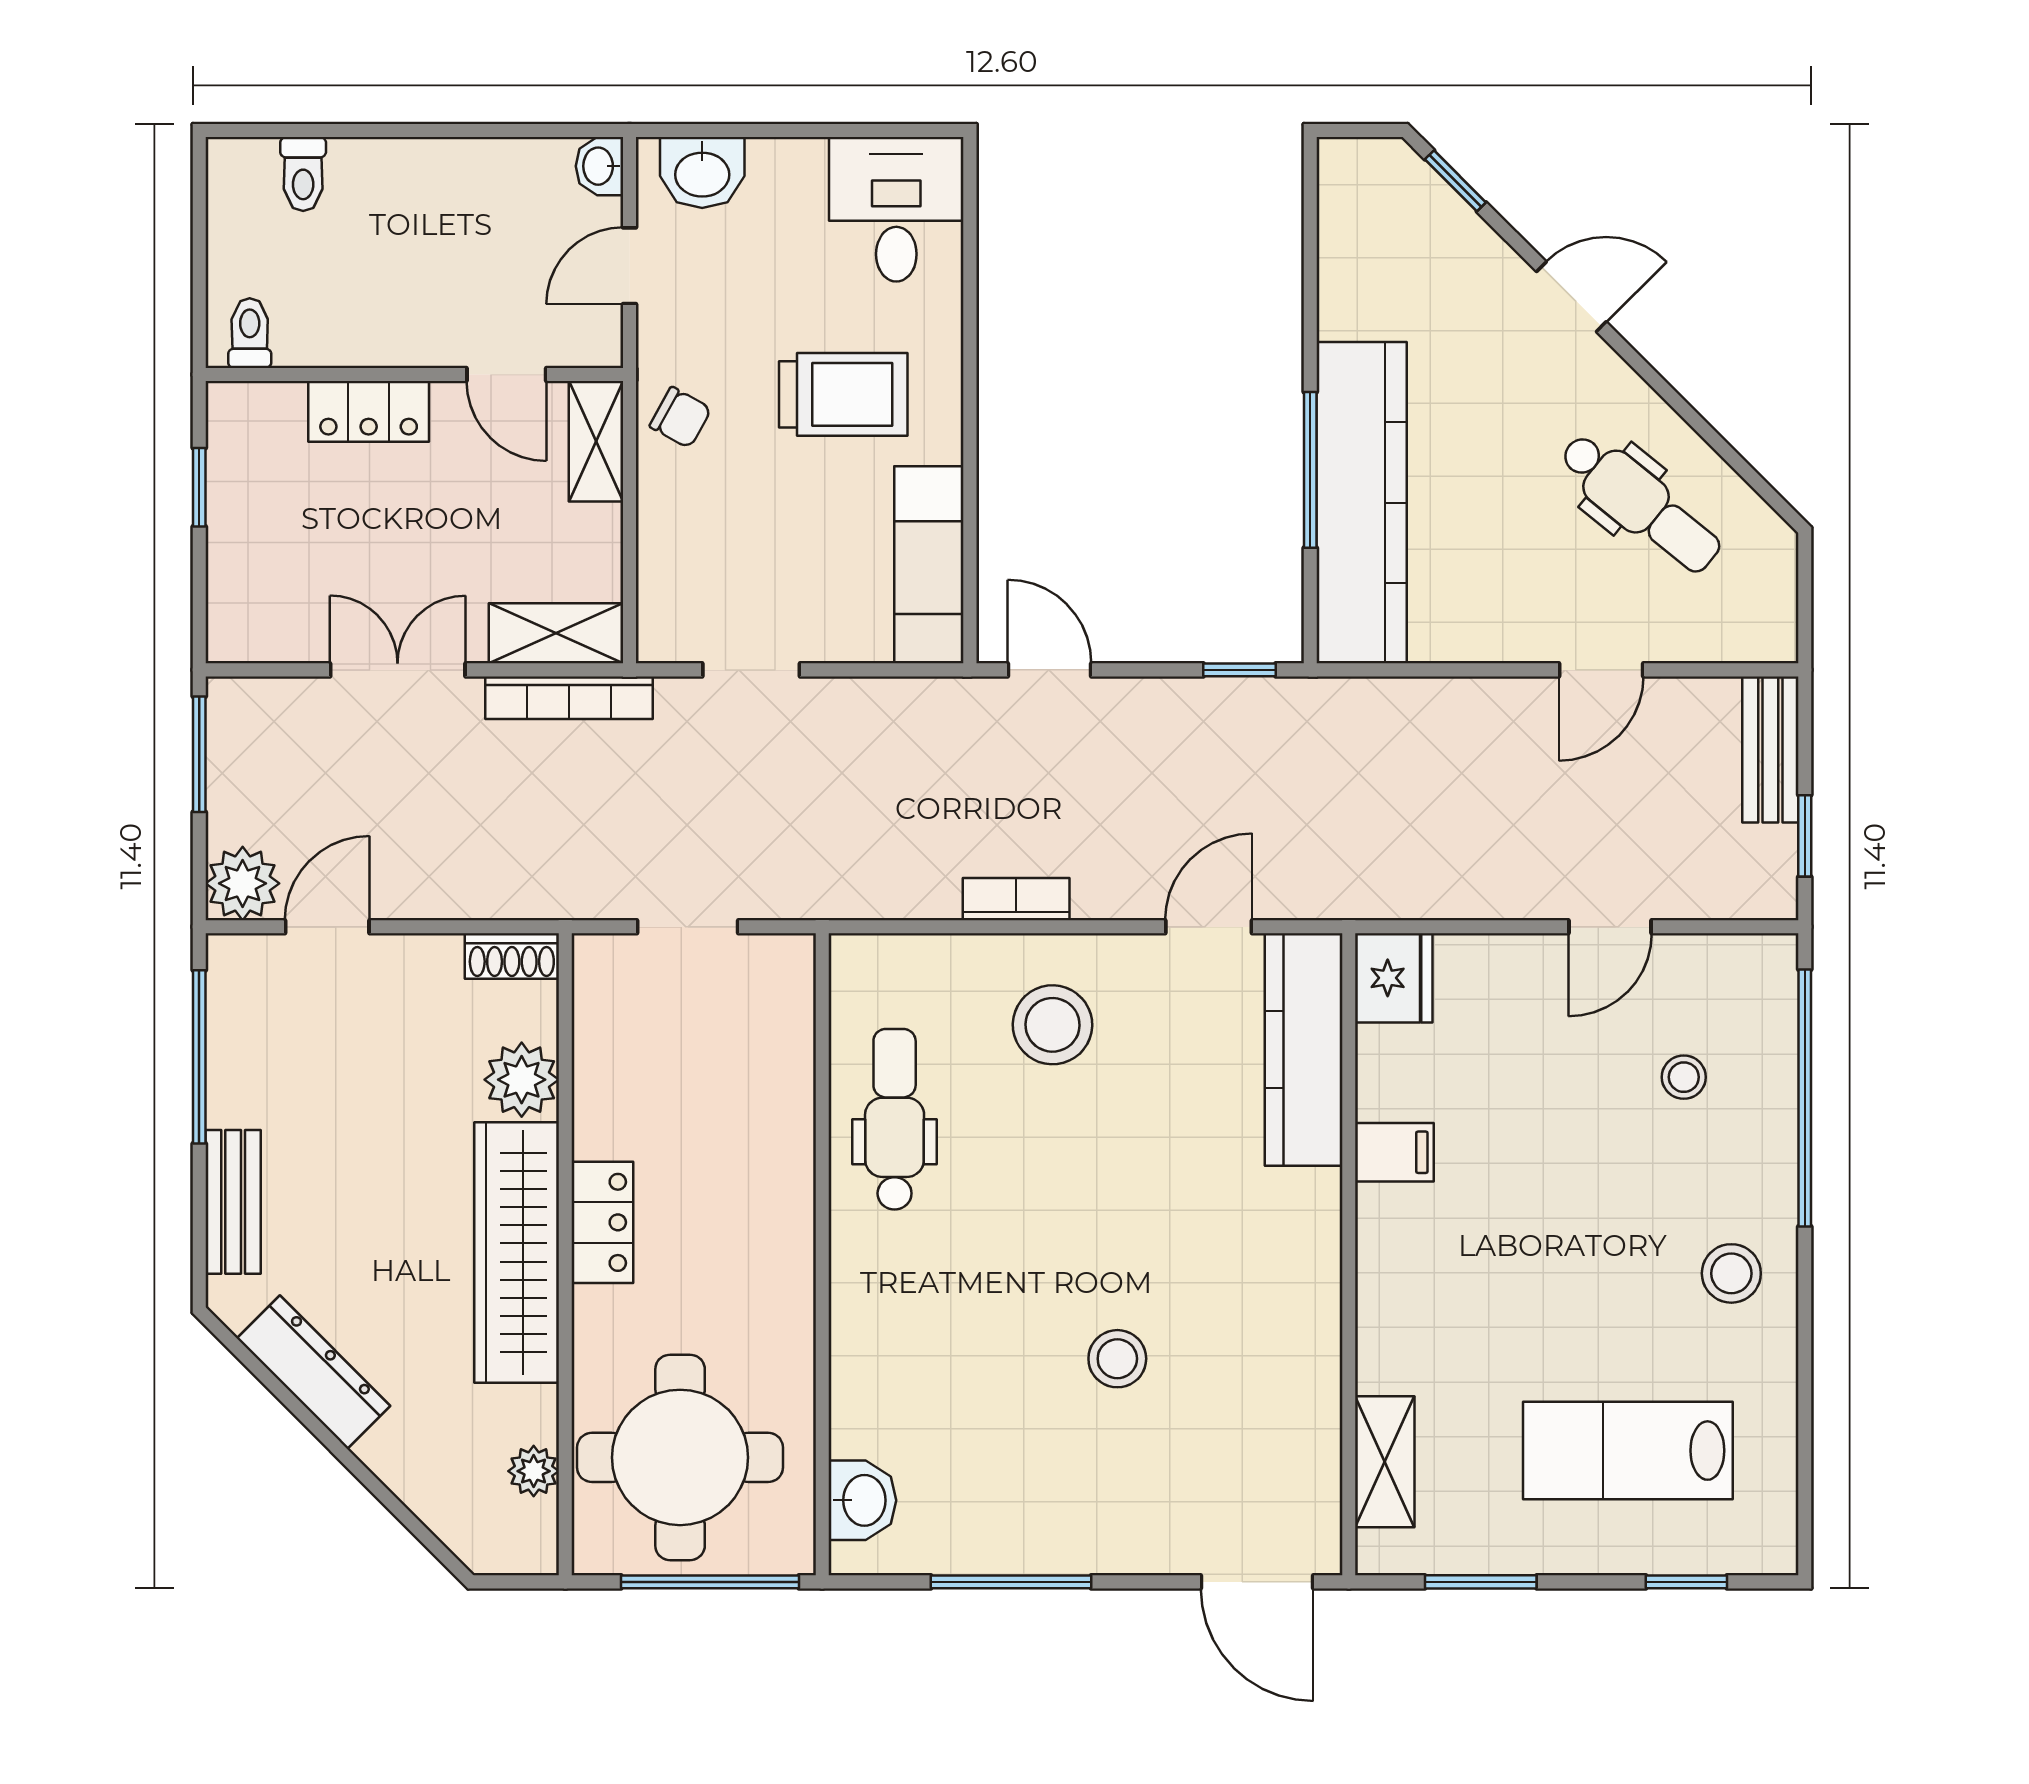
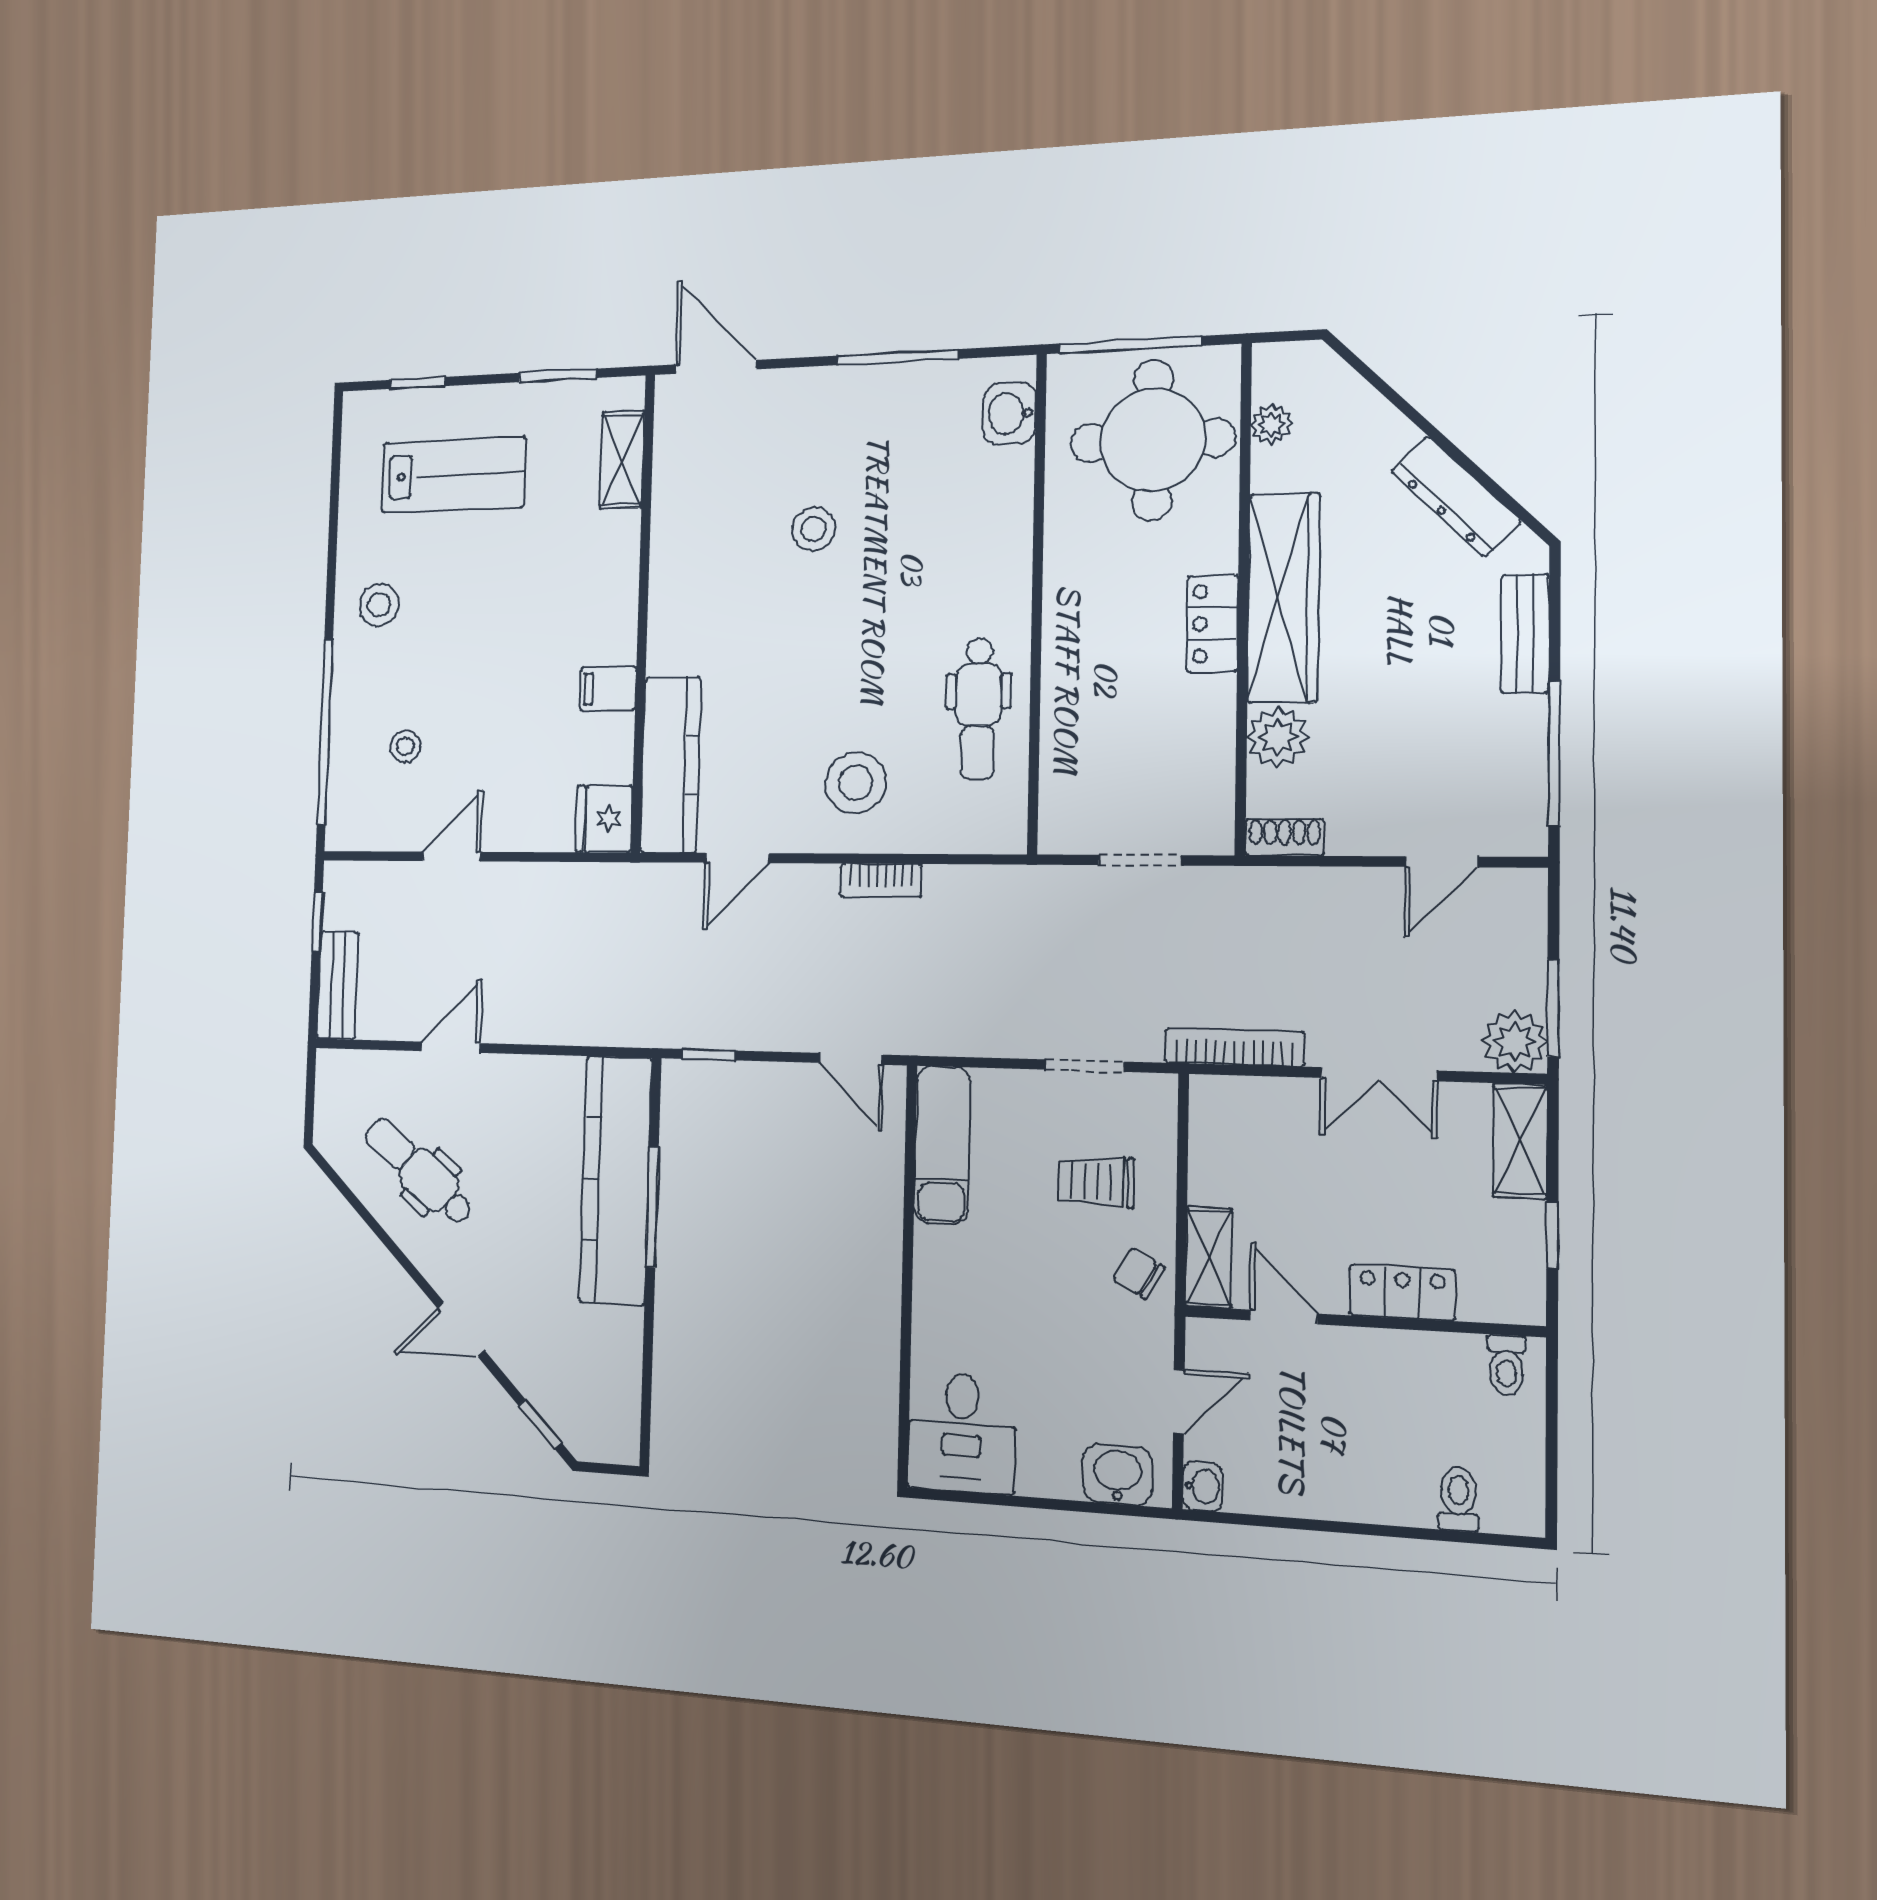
trolley: (843, 394) -> (1096, 1182), moved, width x0.73, depth x0.72
shelving: (556, 633) -> (1520, 1141), moved, turned 90
plant: (243, 883) -> (1515, 1042), moved

